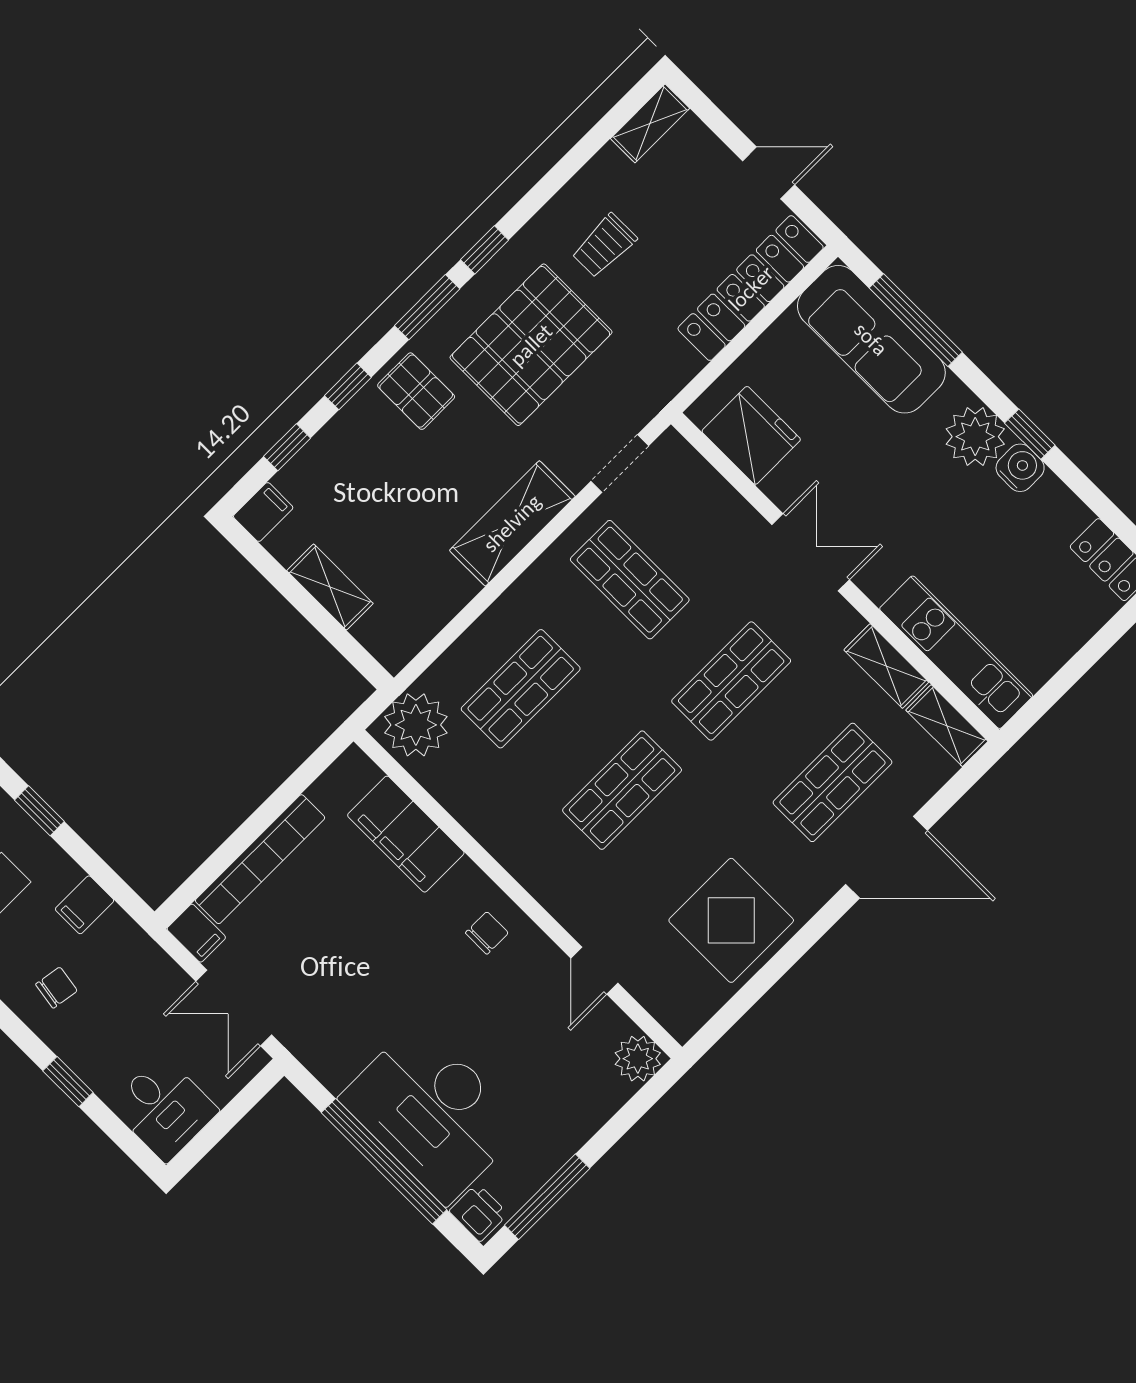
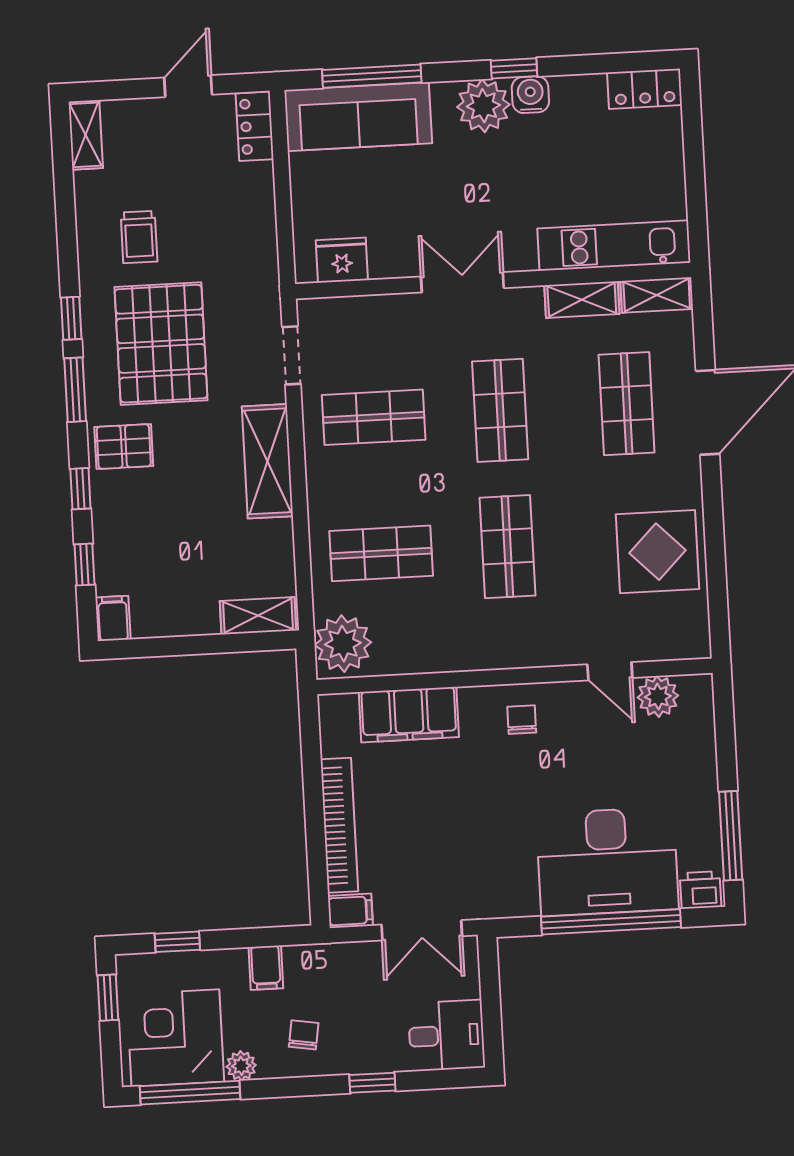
locker: (751, 288) -> (255, 126), width x0.46, depth x0.83
fridge: (751, 435) -> (342, 260), width x0.73, depth x0.75
shelving: (330, 587) -> (258, 616), moved
shop shelf: (521, 689) -> (381, 553), turned 90
plant: (638, 1059) -> (658, 696), moved

